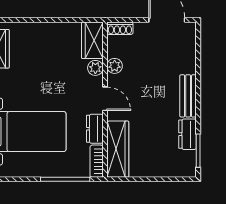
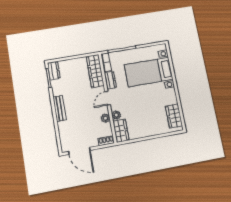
door: (105, 99) -> (108, 98), hinge flipped
dresser: (188, 134) -> (54, 71), moved

